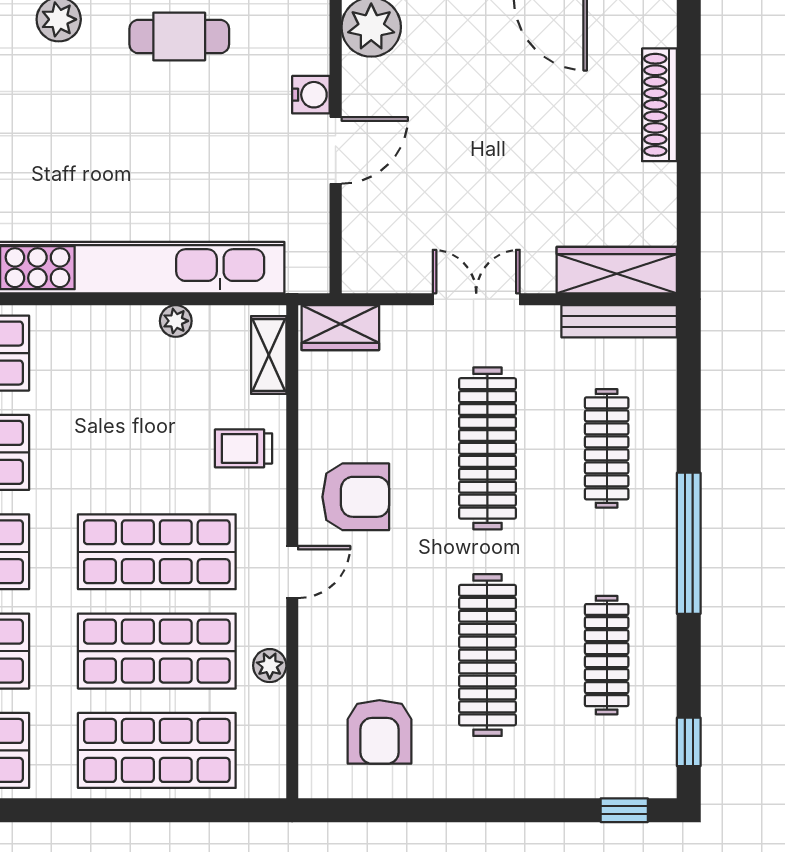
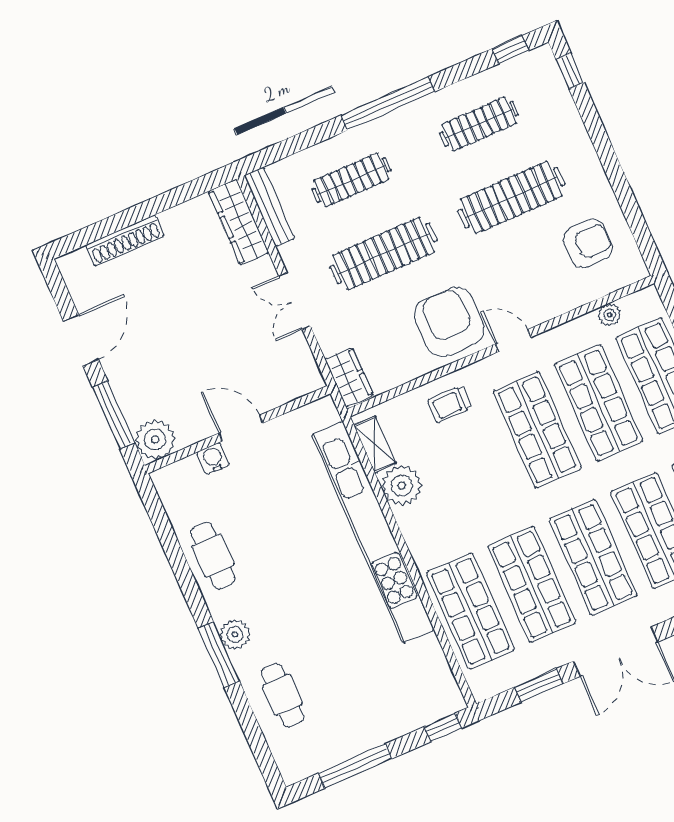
plant: (176, 321) -> (402, 485), width x1.87, depth x1.87
shelving: (269, 355) -> (375, 444), moved, turned 90
trolley: (243, 448) -> (450, 404), turned 90
armchair: (356, 497) -> (449, 322), width x1.36, depth x1.36
plant: (270, 666) -> (610, 315), moved

